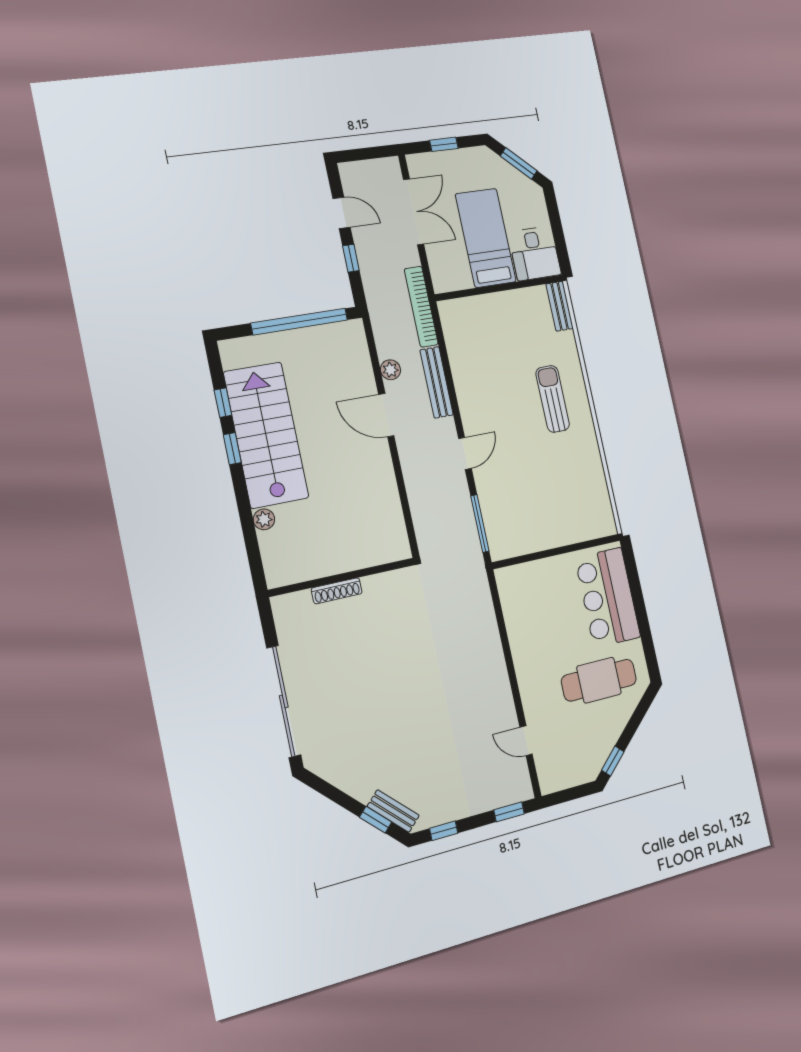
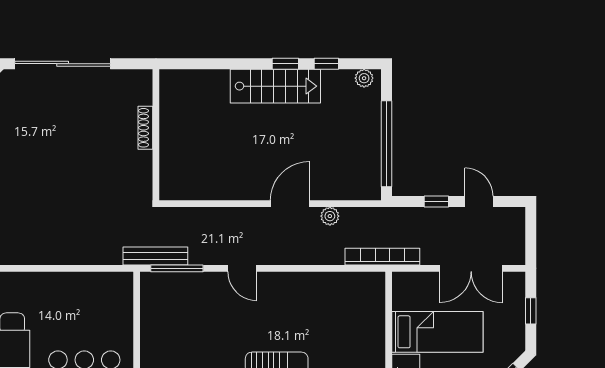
door: (341, 213) -> (479, 202), swing flipped
bench: (437, 382) -> (155, 256), moved
stairs: (266, 435) -> (275, 86), width x0.73, depth x0.66
plant: (264, 519) -> (364, 78), moved

